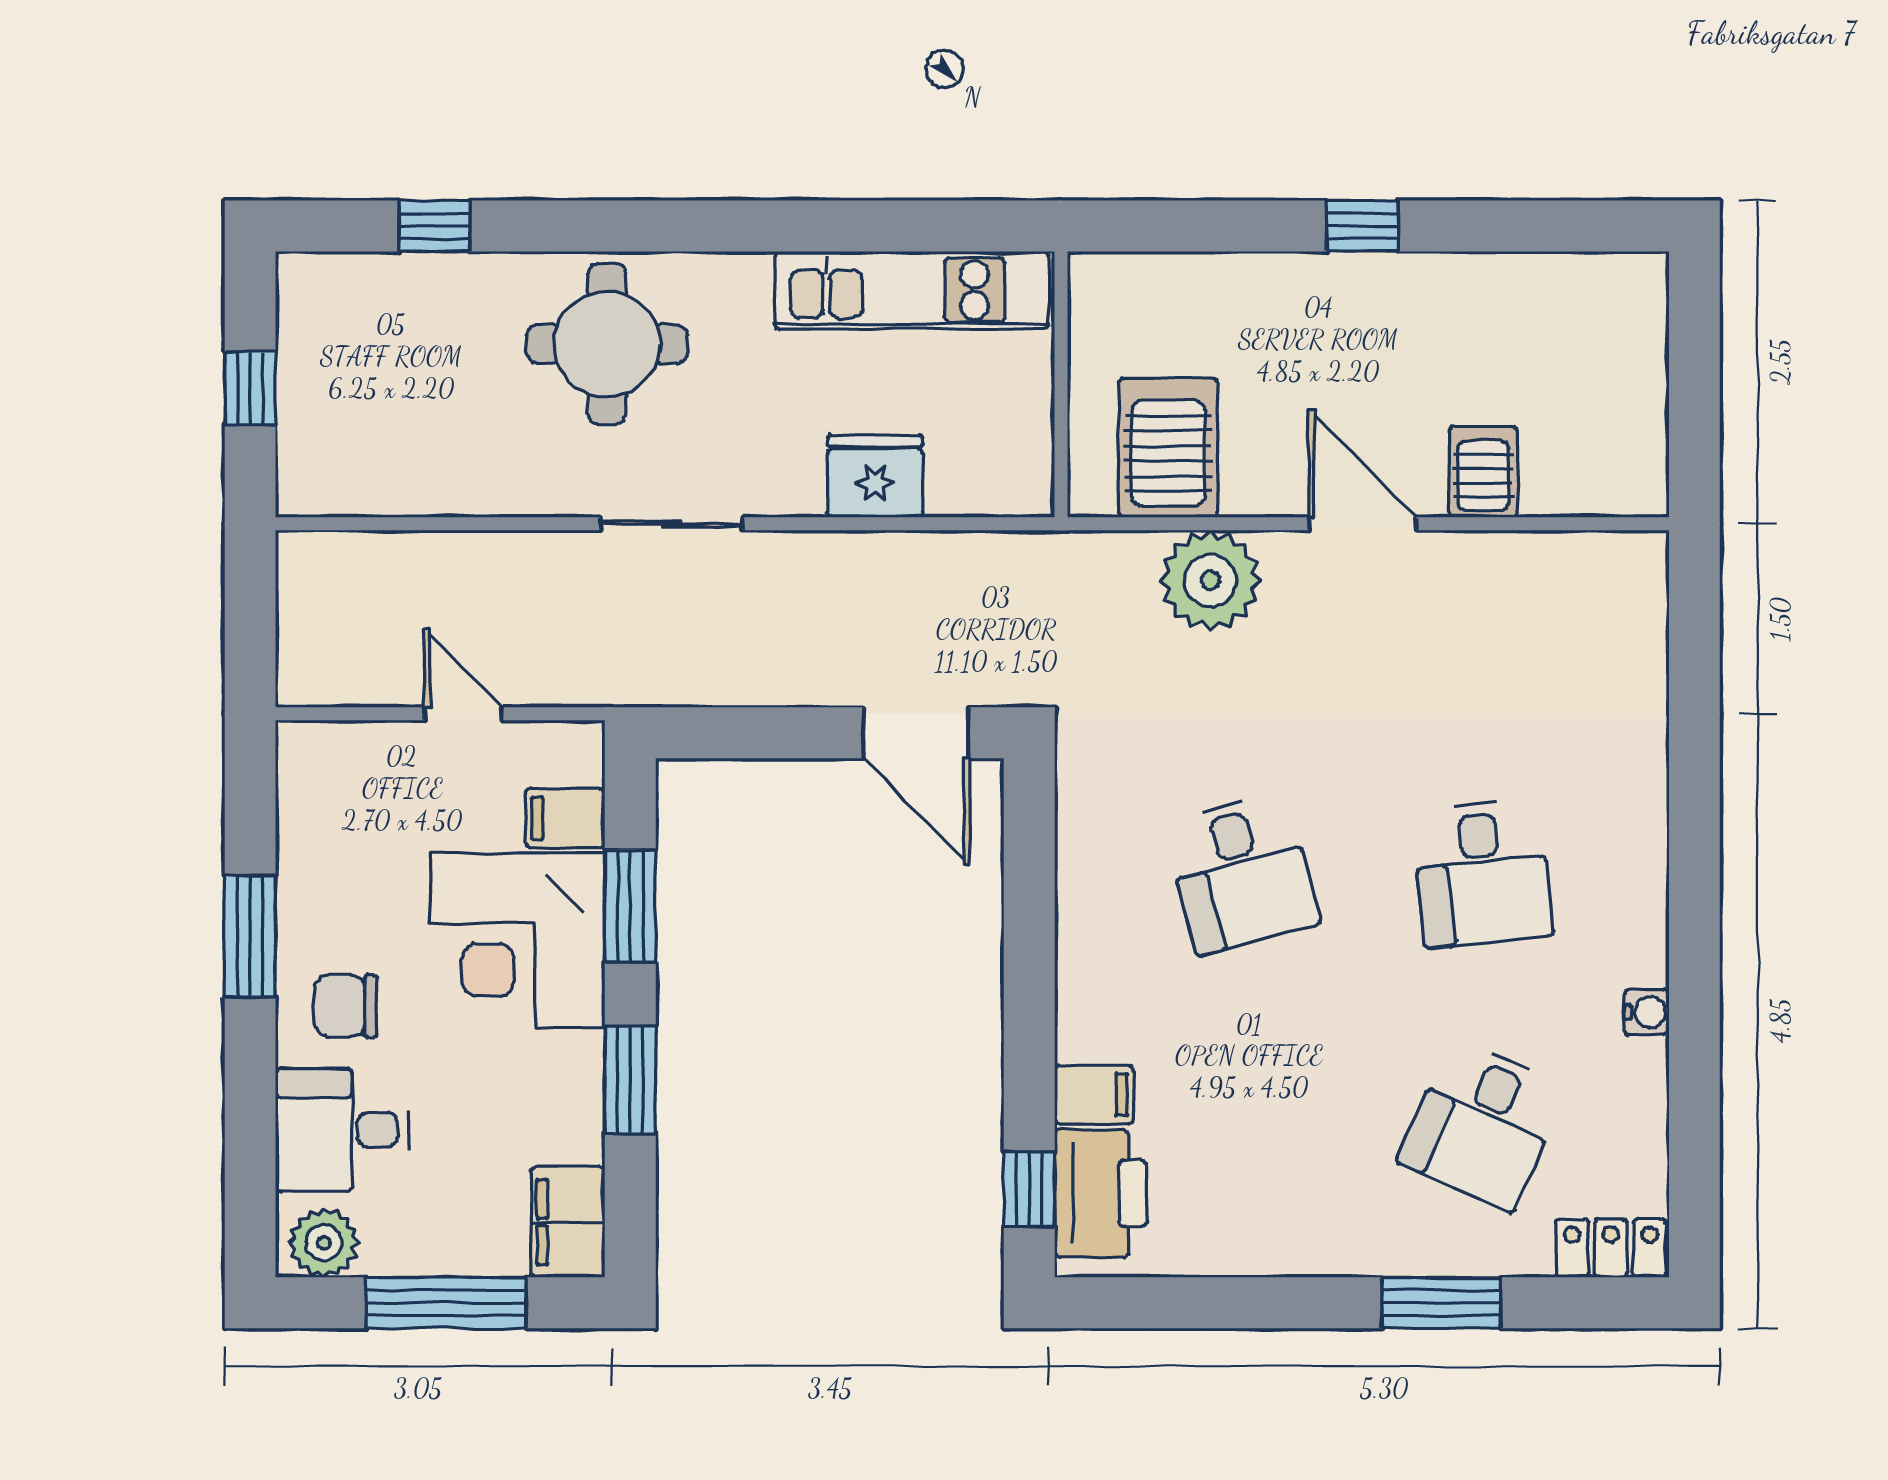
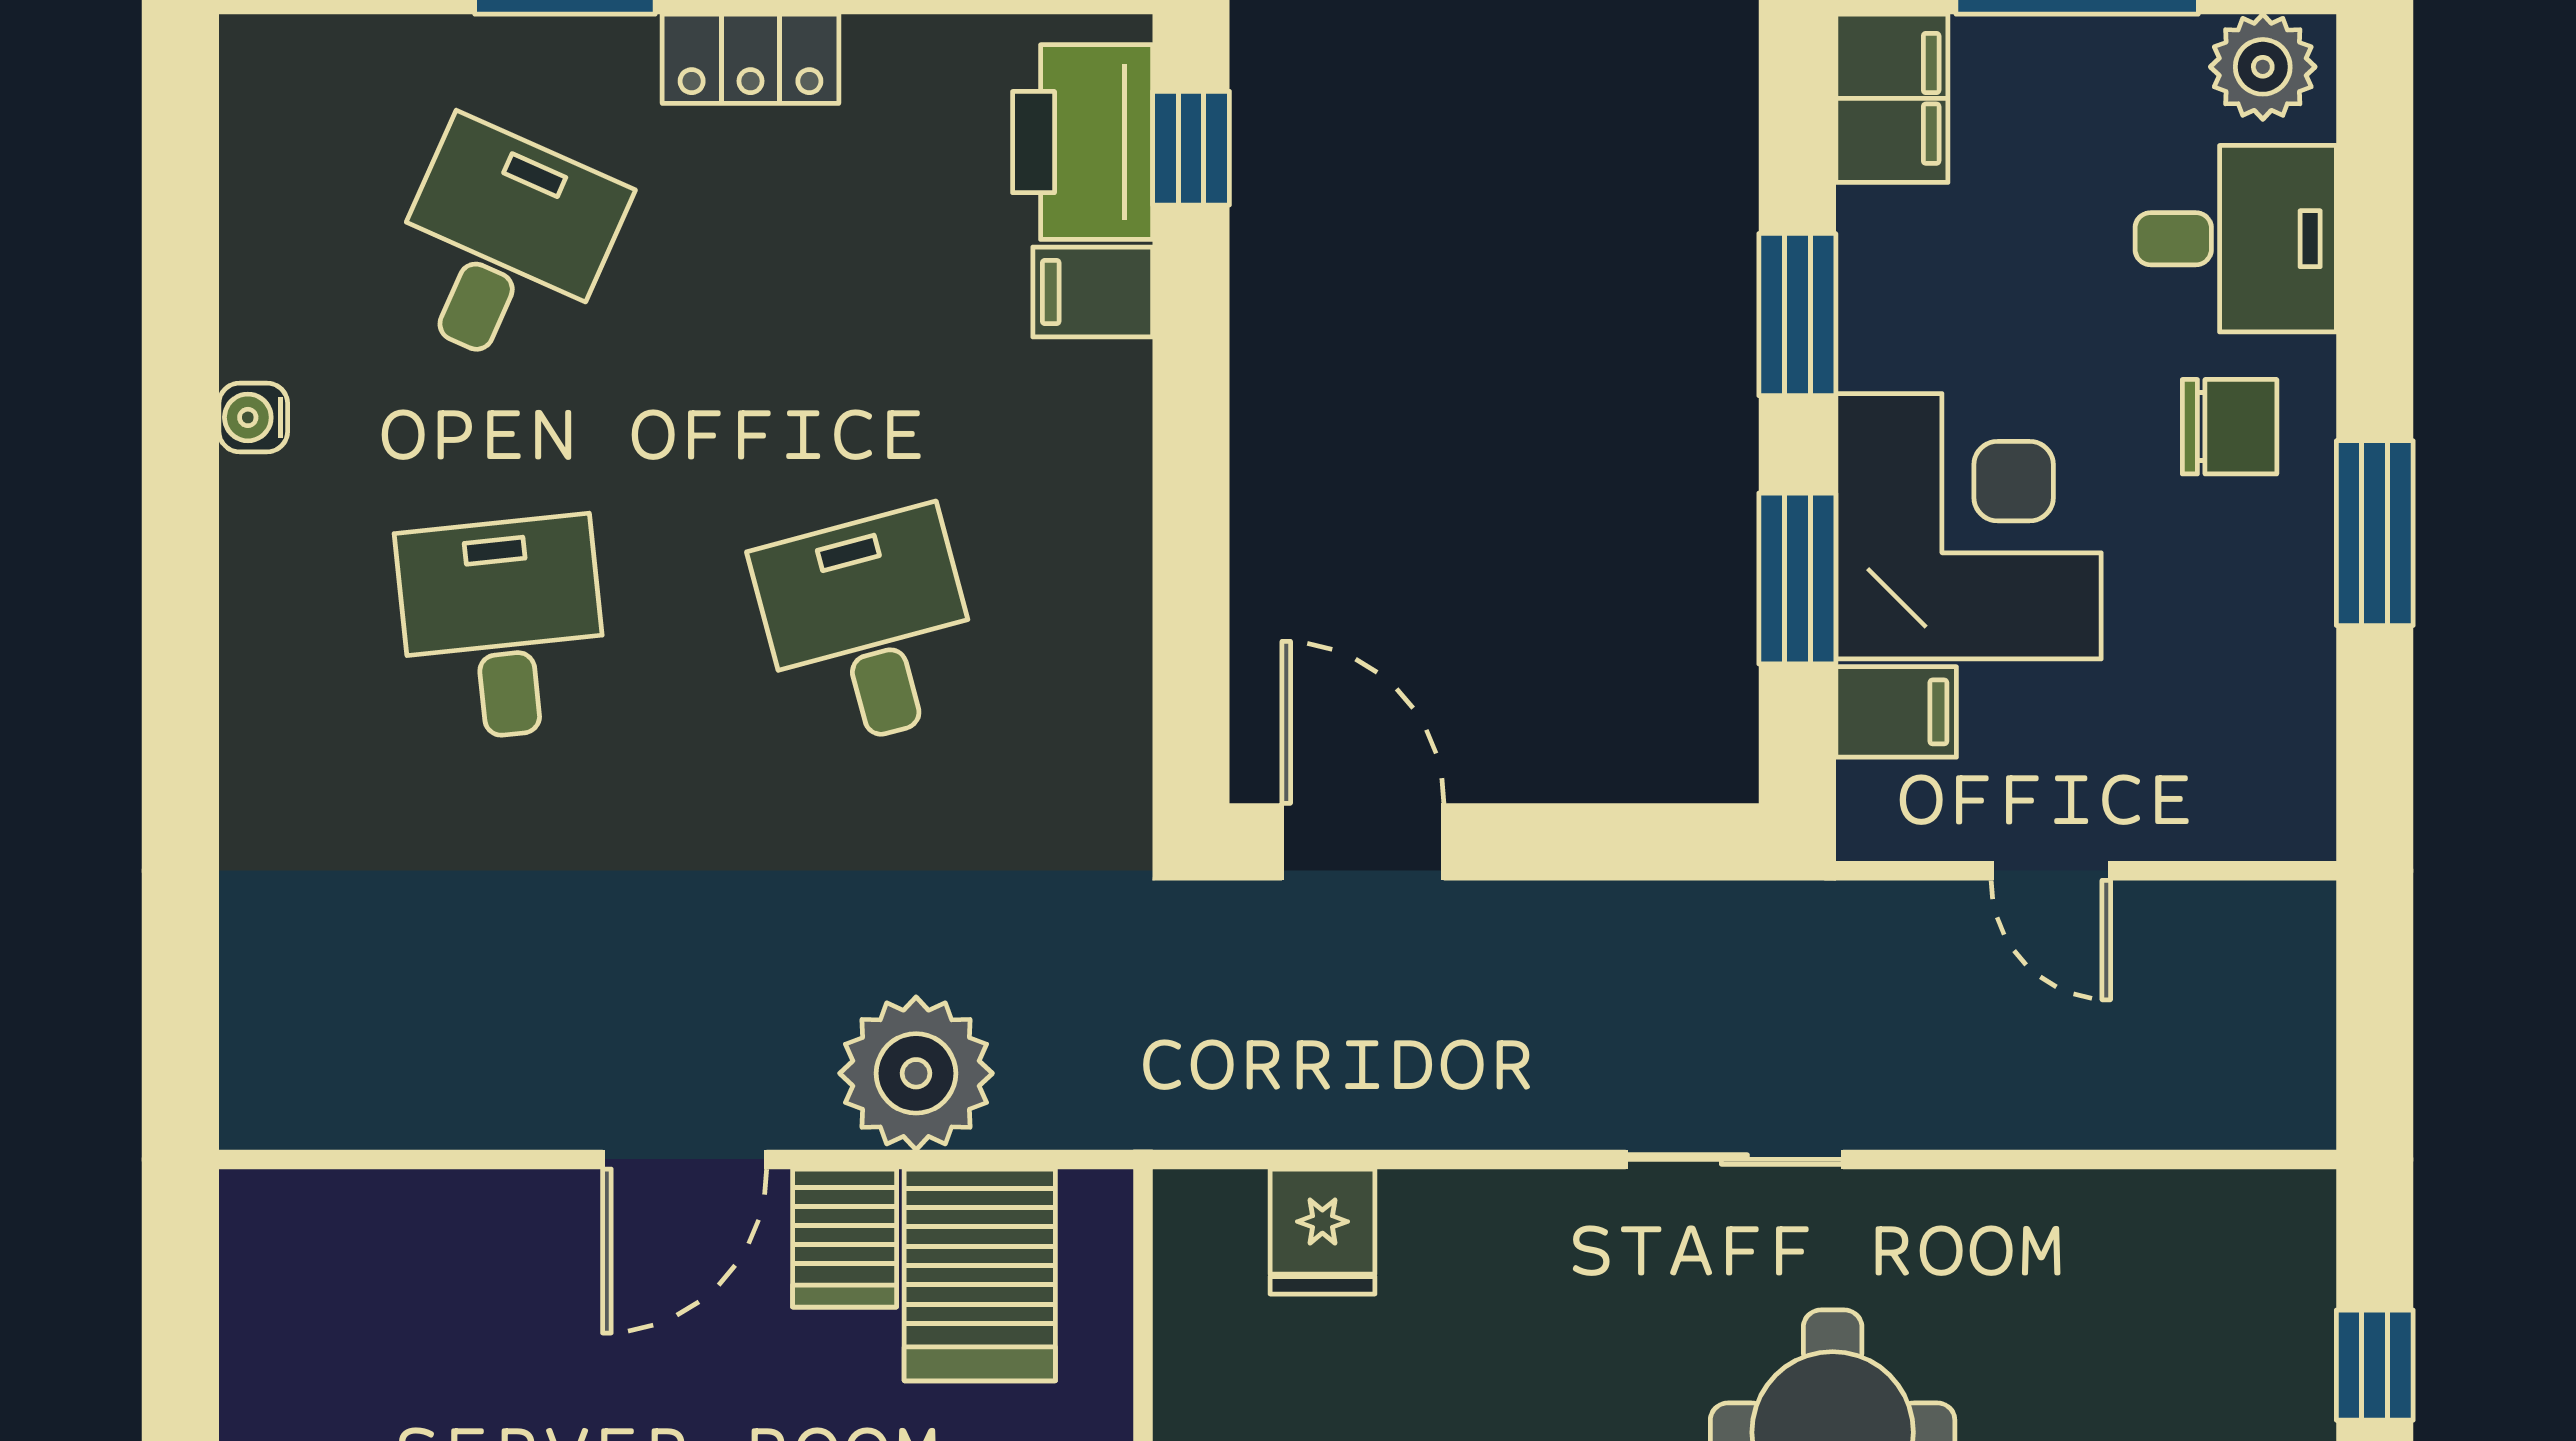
server rack: (1483, 472) -> (845, 1238), moved
fridge: (875, 476) -> (1322, 1232), moved, width x0.72
door: (1363, 524) -> (685, 1159), hinge flipped
locker: (1611, 1248) -> (750, 59), moved

